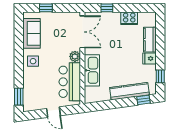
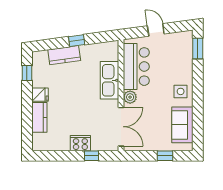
cooker: (129, 18) -> (80, 143), moved
double door: (82, 32) -> (121, 127), swing flipped
kitchen counter: (129, 91) -> (64, 55), width x0.67
window: (143, 100) -> (77, 41), moved

